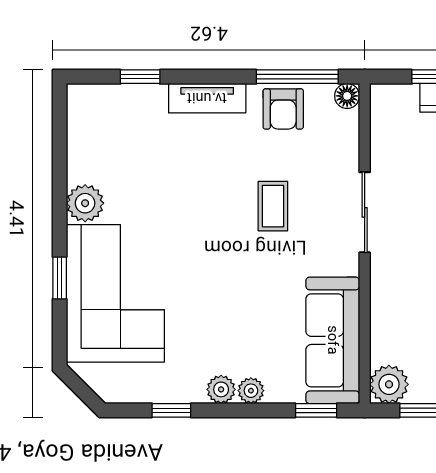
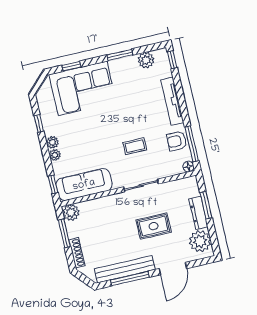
window: (140, 77) -> (172, 60), moved
tv unit: (207, 98) -> (172, 101), width x1.41
window: (60, 192) -> (120, 55), added
plant: (85, 203) -> (146, 60), moved
window: (60, 278) -> (71, 66), moved

